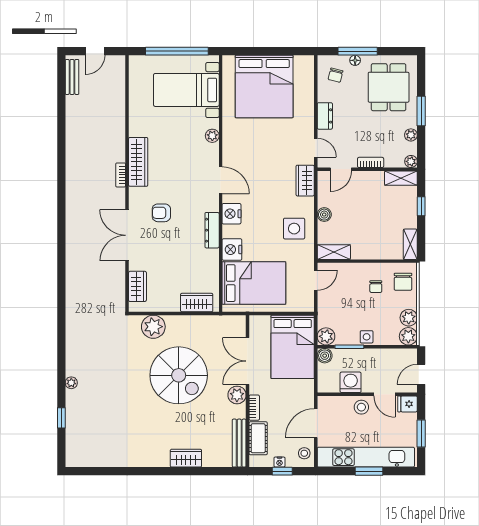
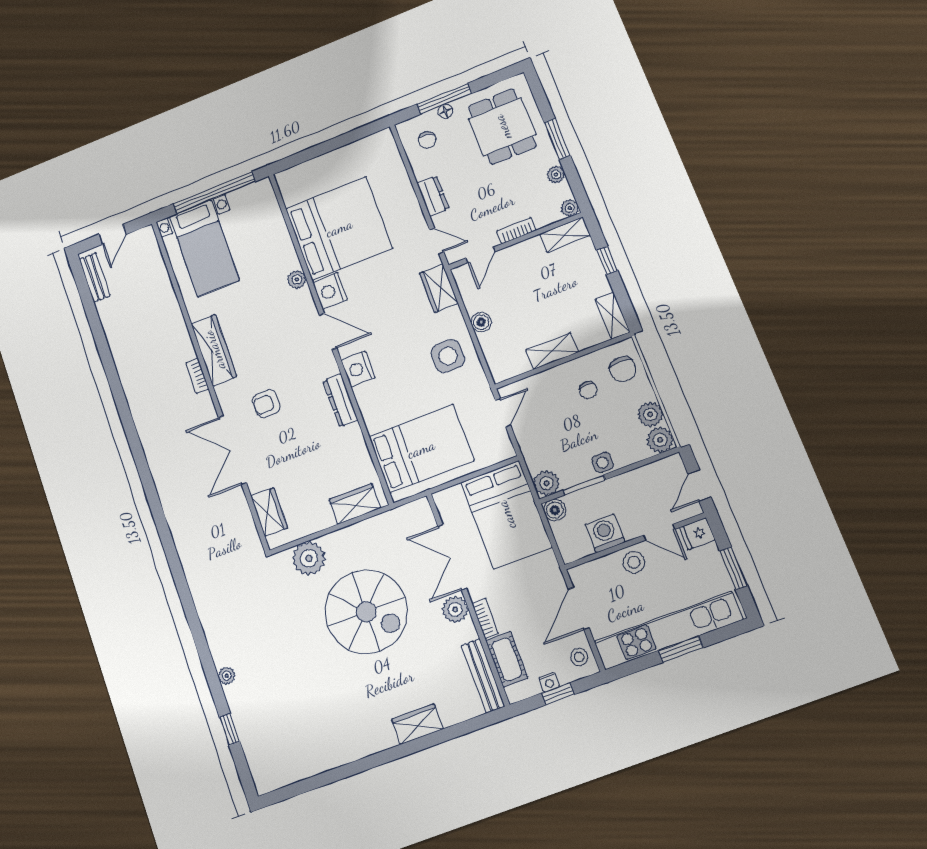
bed: (264, 86) -> (339, 228), moved, turned -90
bed with nightstands: (186, 90) -> (204, 248), moved, turned -90
nightstand: (232, 250) -> (330, 291), moved
shelving: (334, 252) -> (552, 351), moved

